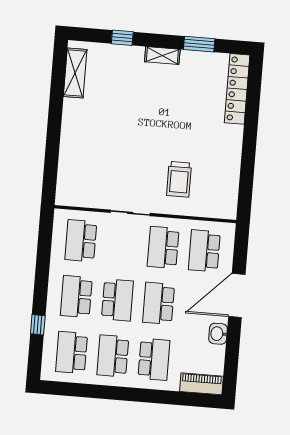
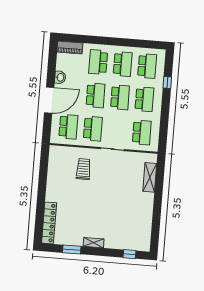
window: (122, 38) -> (130, 254), moved
shelving: (75, 73) -> (150, 177), moved
school desk: (117, 300) -> (120, 97), turned 180

